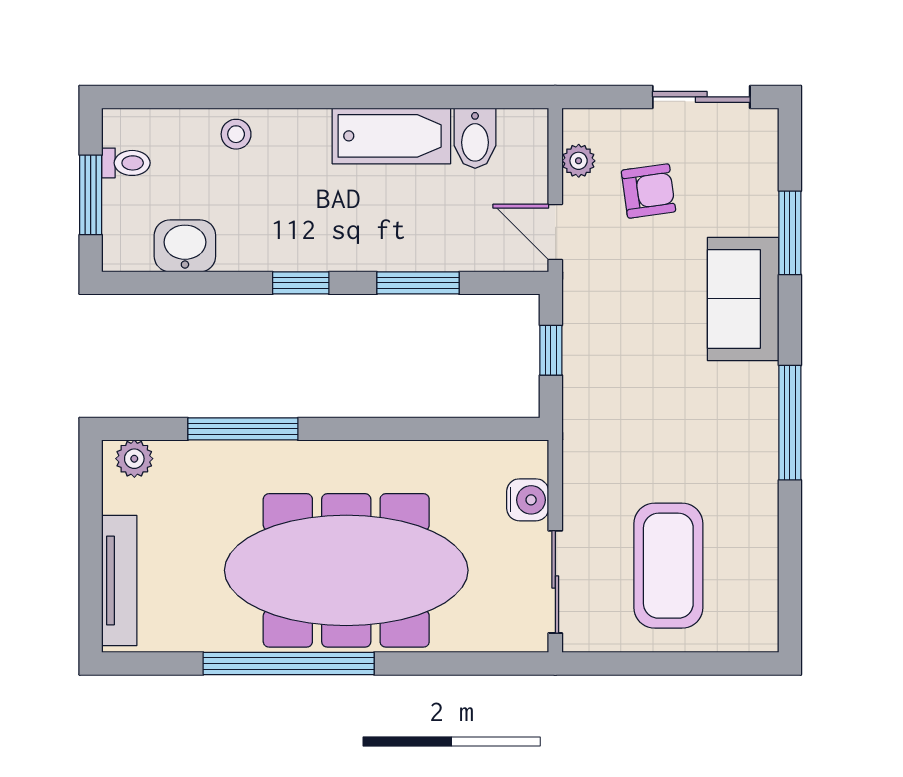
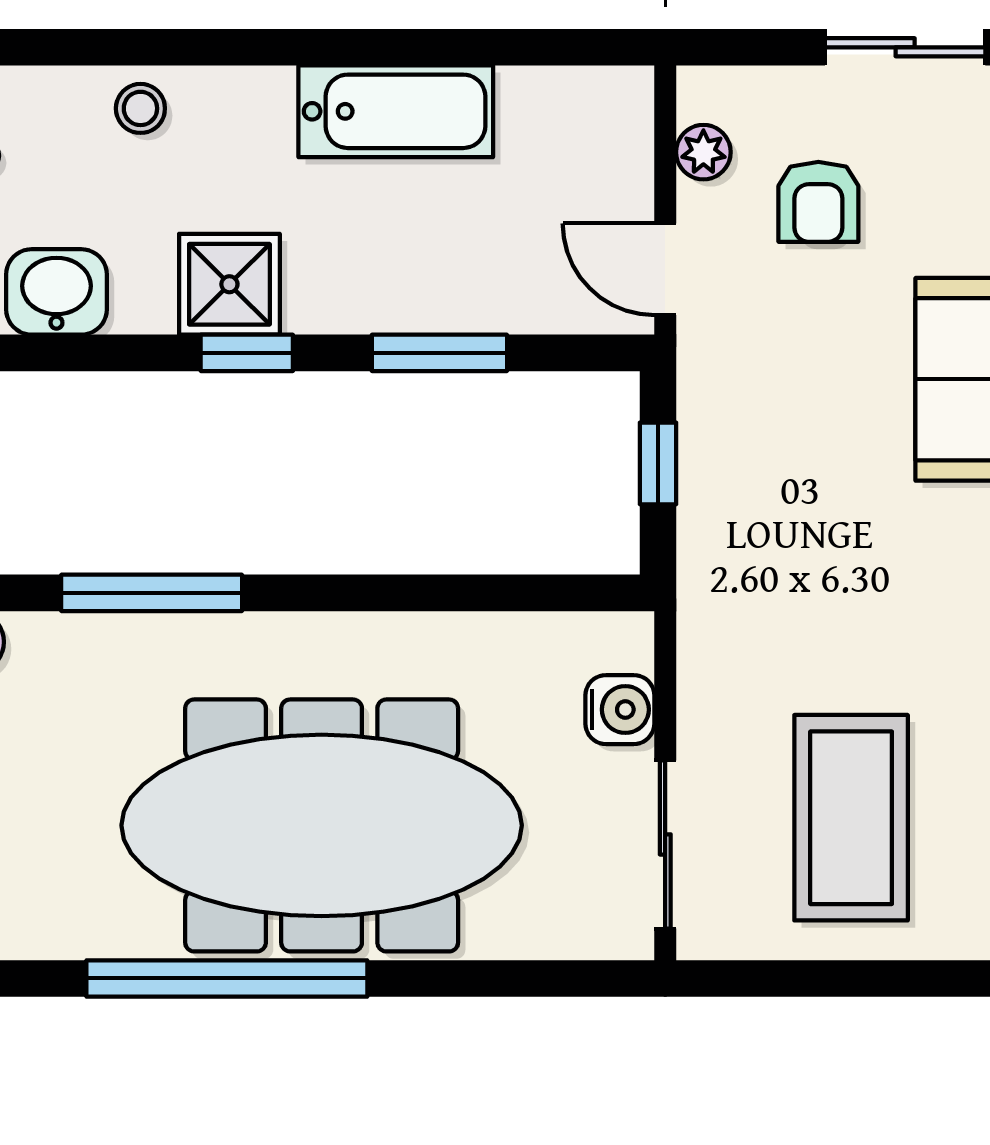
bidet: (475, 138) -> (533, 115), removed
armchair: (648, 191) -> (818, 202), turned 98
shower: (290, 241) -> (229, 284), added

